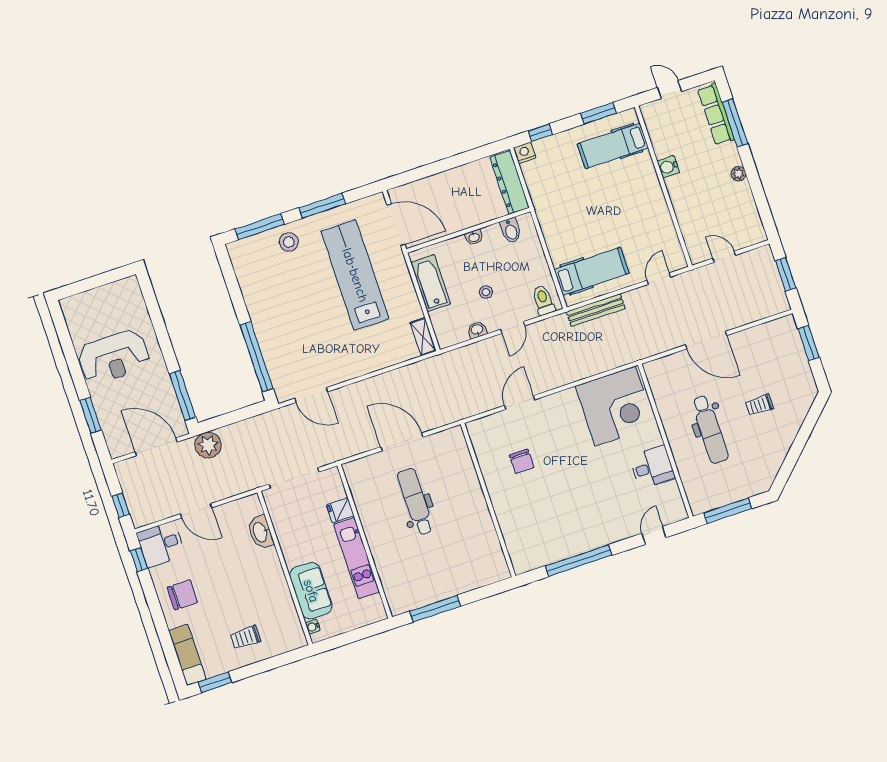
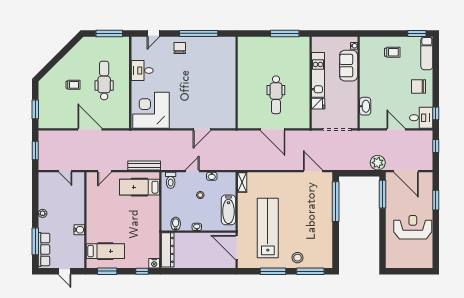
lab bench: (355, 275) -> (268, 228), turned 180
chair: (522, 461) -> (180, 48), moved

